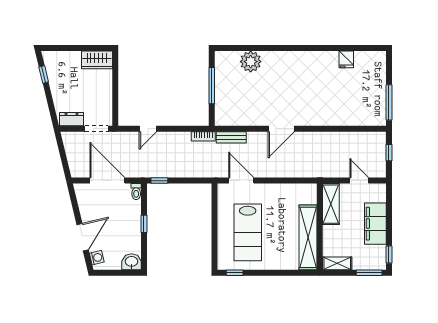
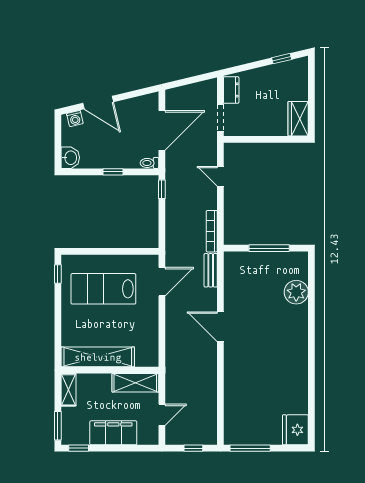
fridge: (346, 59) -> (295, 430), moved, width x1.88, depth x1.34
bookcase: (203, 136) -> (212, 231), width x1.56

